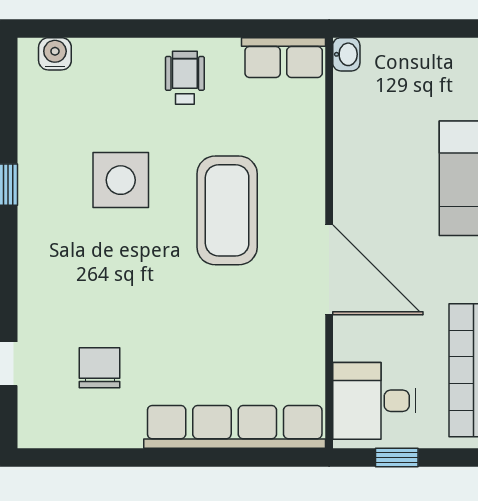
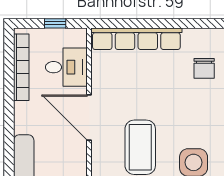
desk: (374, 401) -> (66, 67), moved

